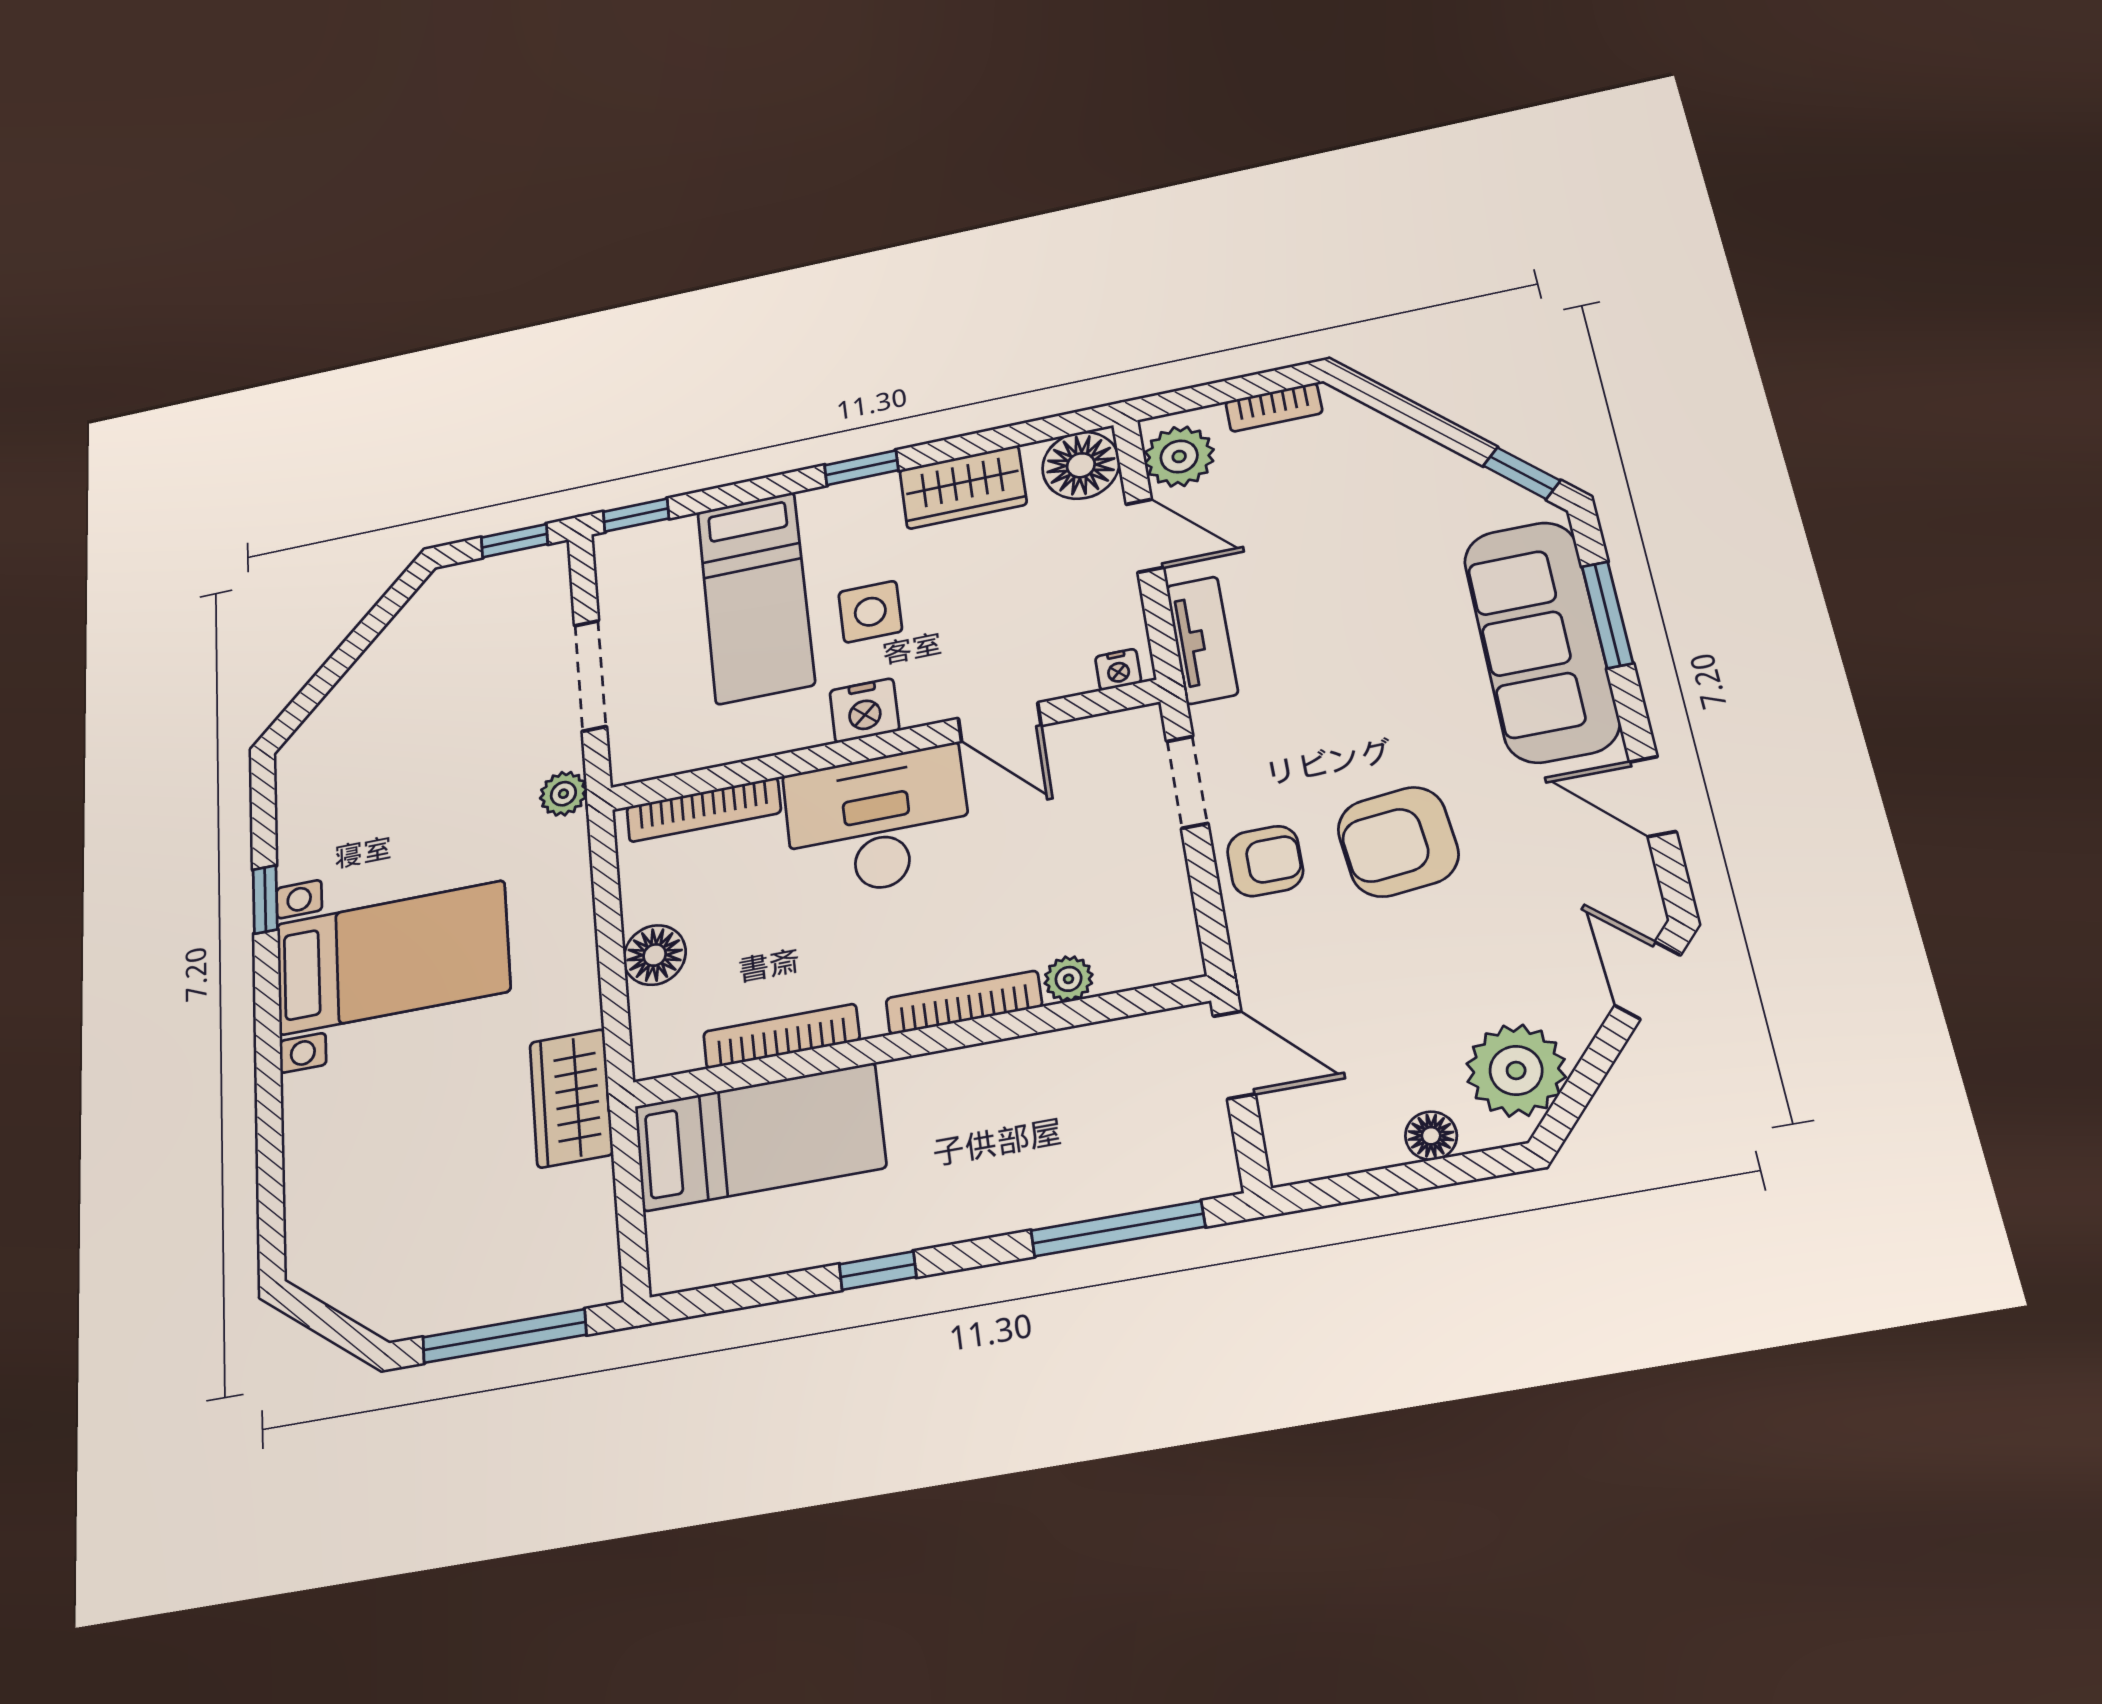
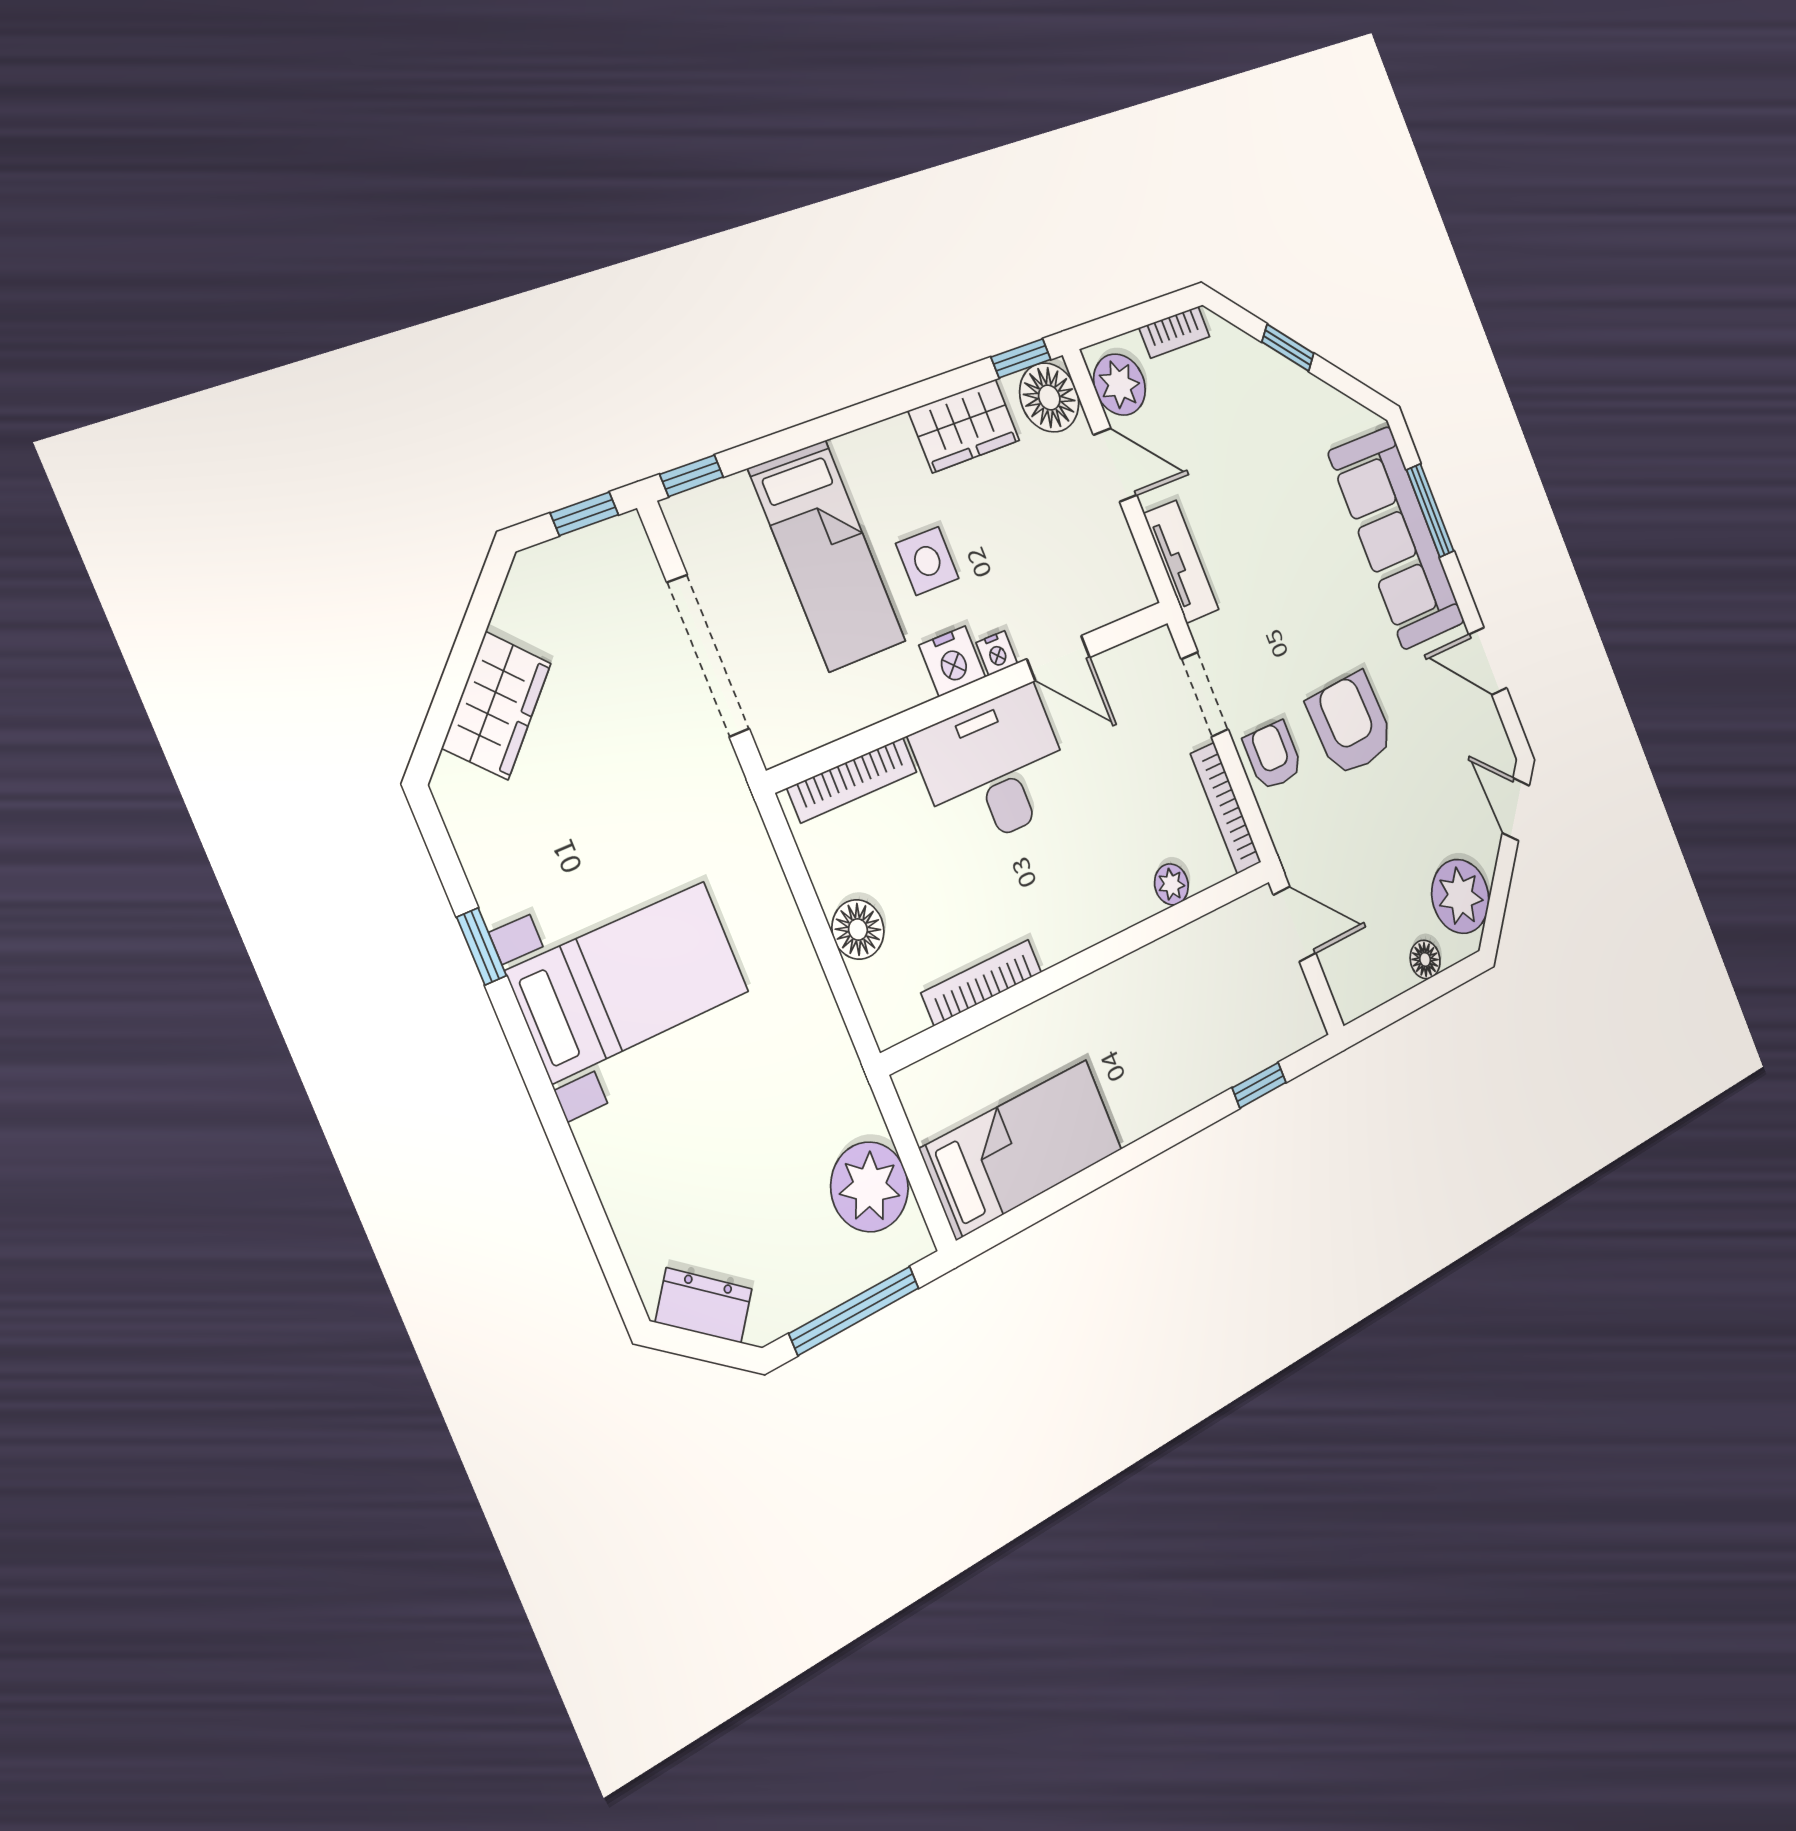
window: (861, 468) -> (1021, 358), moved
window: (1522, 473) -> (1288, 348), moved
nightstand: (1118, 670) -> (997, 653), moved
doorway: (590, 676) -> (708, 656), width x1.36
plant: (563, 794) -> (870, 1187), moved, width x1.88, depth x1.88
armchair: (1398, 842) -> (1351, 724), turned 93
armchair: (1265, 861) -> (1273, 756), turned -90
bookcase: (964, 1003) -> (1226, 808), moved, turned -90
wardrobe: (571, 1098) -> (497, 705), moved, turned -135
bed: (759, 1137) -> (1022, 1149), moved
window: (1118, 1229) -> (1259, 1085), width x0.46
window: (878, 1271) -> (1112, 1167), removed
dresser: (345, 1282) -> (704, 1305), added

